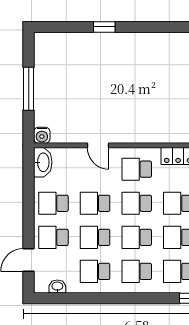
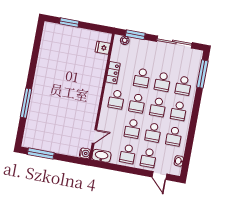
window: (104, 27) -> (26, 103), width x2.17
window: (29, 89) -> (41, 154), moved
door: (98, 145) -> (94, 136), moved

